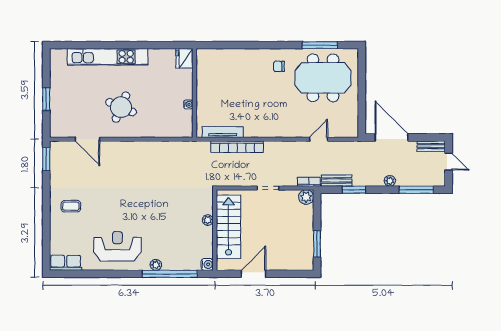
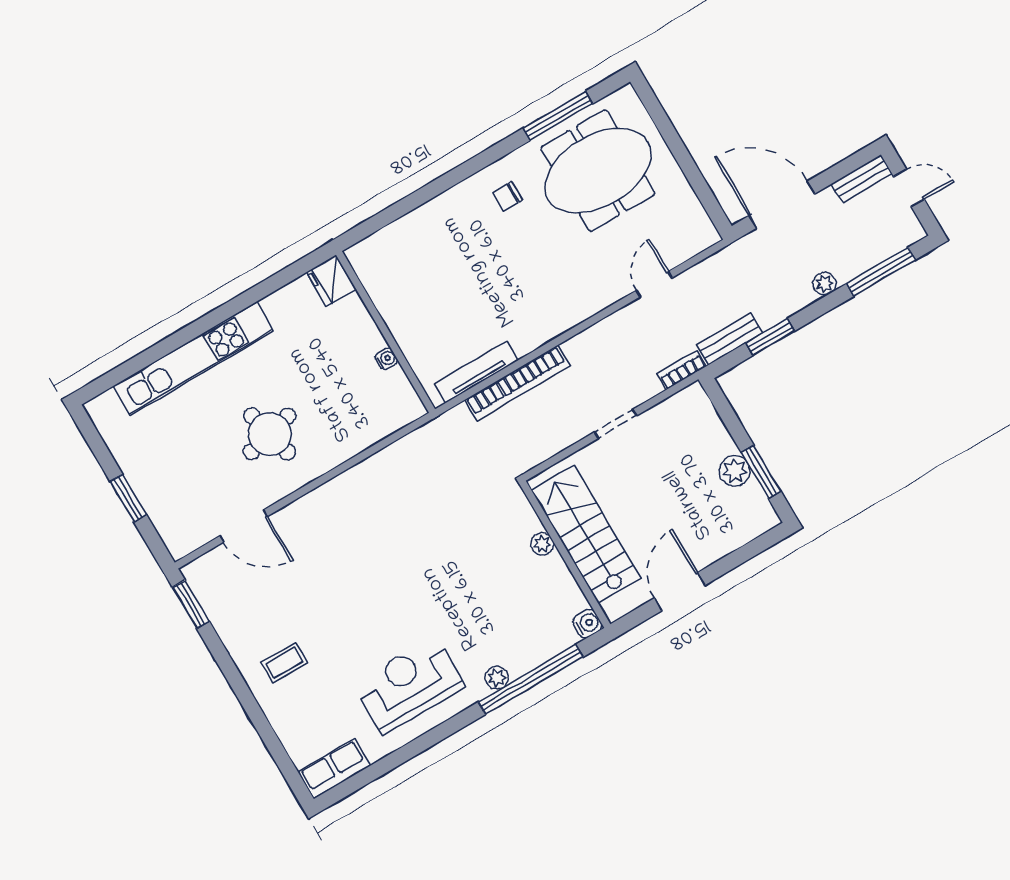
round table: (121, 107) -> (270, 434), turned -37
plant: (306, 197) -> (735, 471), moved

